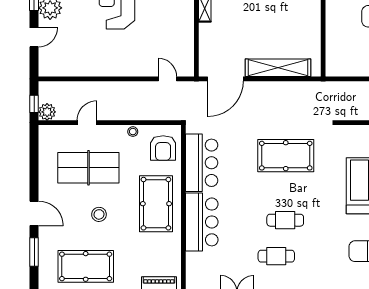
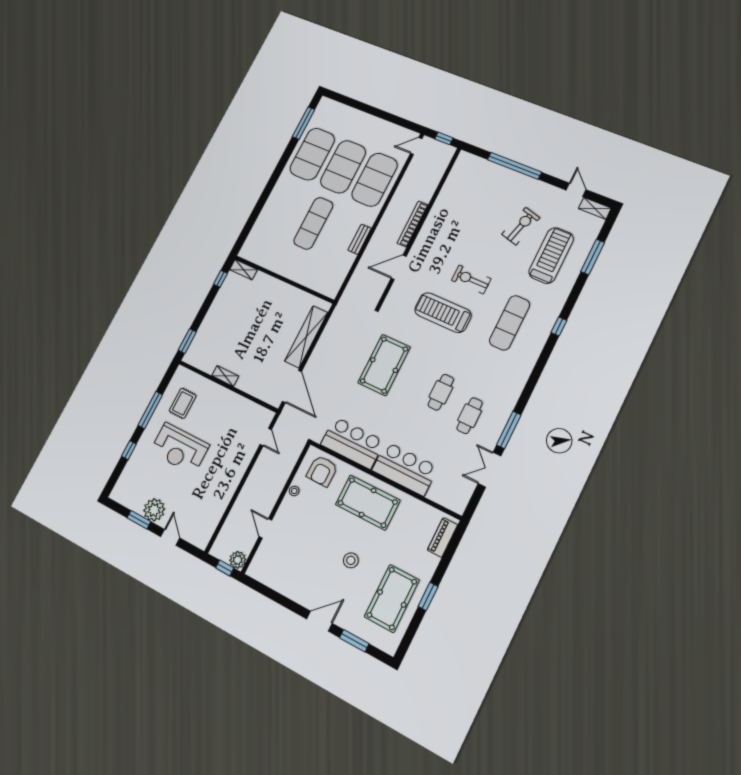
door: (168, 79) -> (266, 437), swing flipped
armchair: (163, 148) -> (322, 471), turned 91
table tennis table: (88, 168) -> (305, 548), removed

